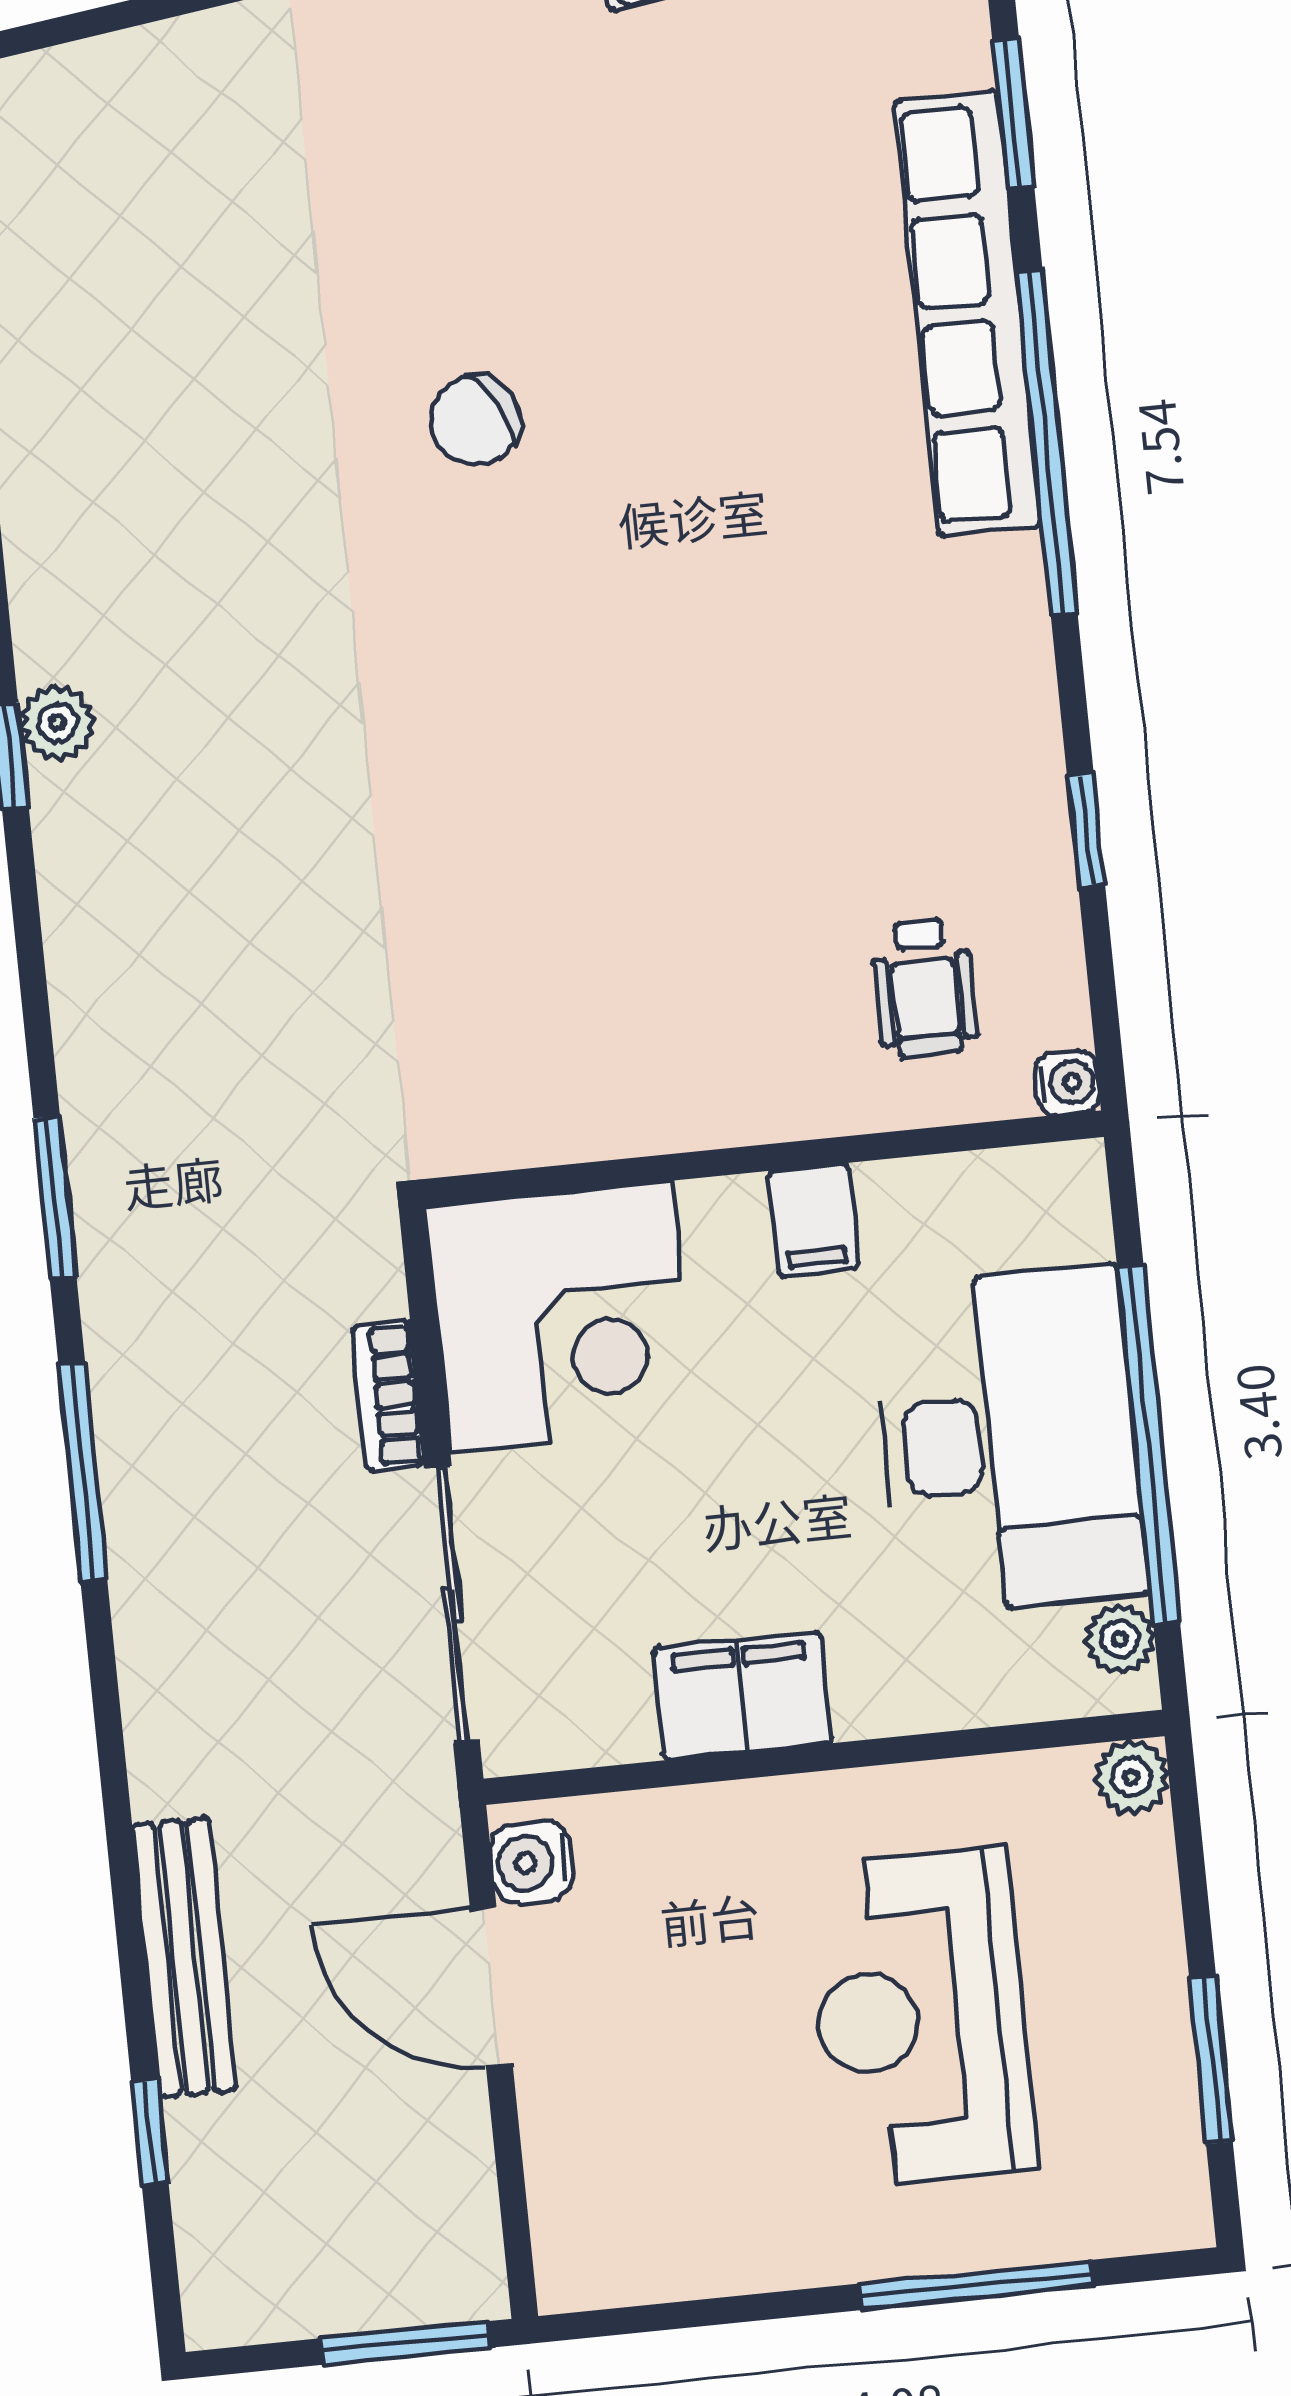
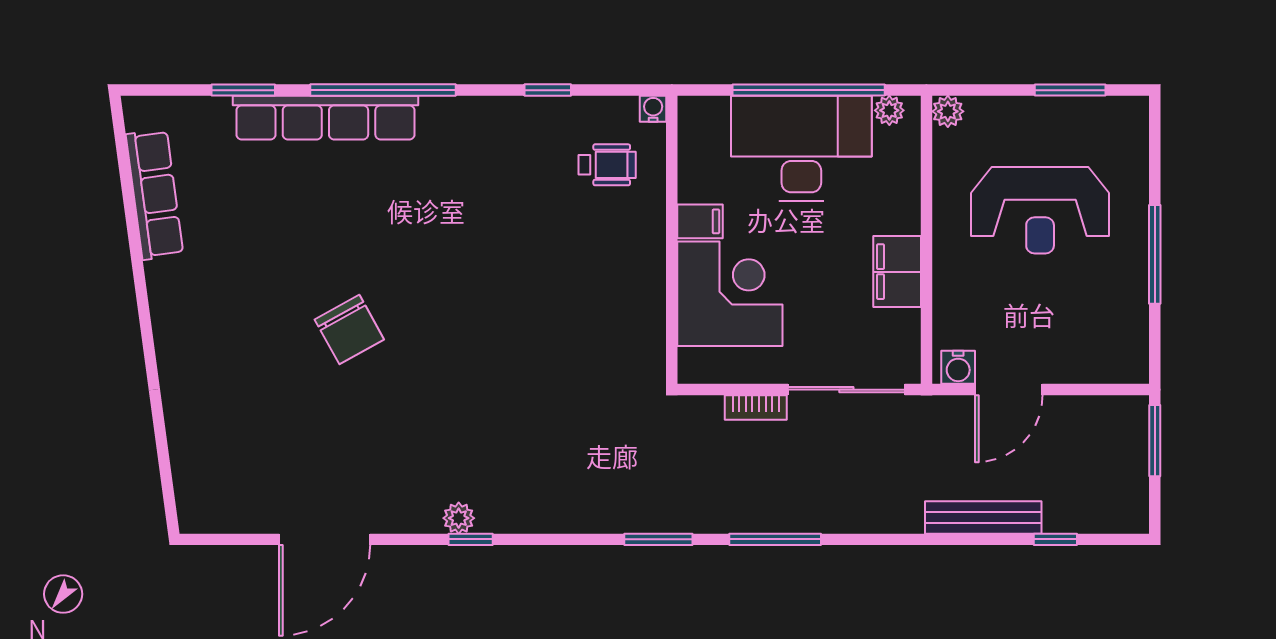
chair: (475, 420) -> (349, 330), width x1.37, depth x1.37
corner desk: (561, 1317) -> (730, 294), moved
window: (976, 2285) -> (1155, 254), moved

